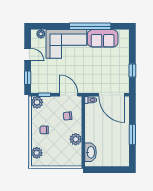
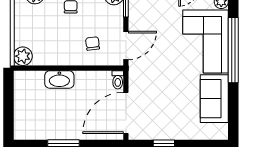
window: (90, 26) -> (233, 50), moved
plant: (76, 139) -> (23, 56), moved
washbasin: (91, 152) -> (59, 80), moved

